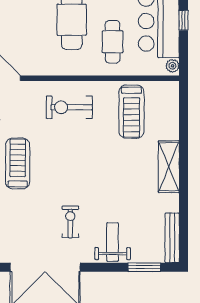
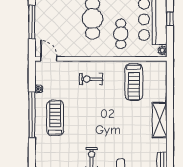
exercise bike: (69, 107) -> (91, 79), width x0.73, depth x0.72

